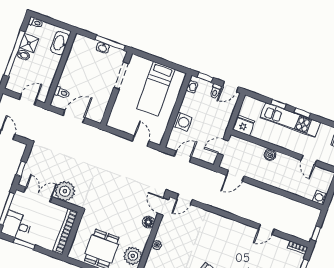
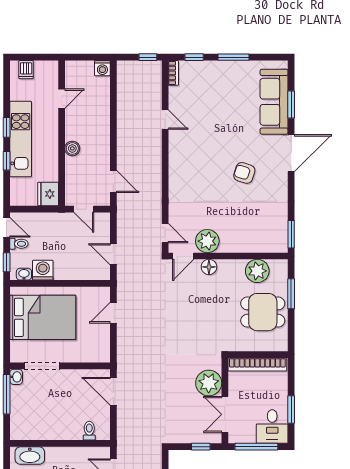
washbasin: (103, 48) -> (16, 377), moved
bed: (156, 89) -> (43, 317), width x1.50
door: (74, 117) -> (113, 391), moved
washing machine: (182, 122) -> (43, 270), moved
plant: (157, 245) -> (207, 241), moved, width x1.88, depth x1.88

